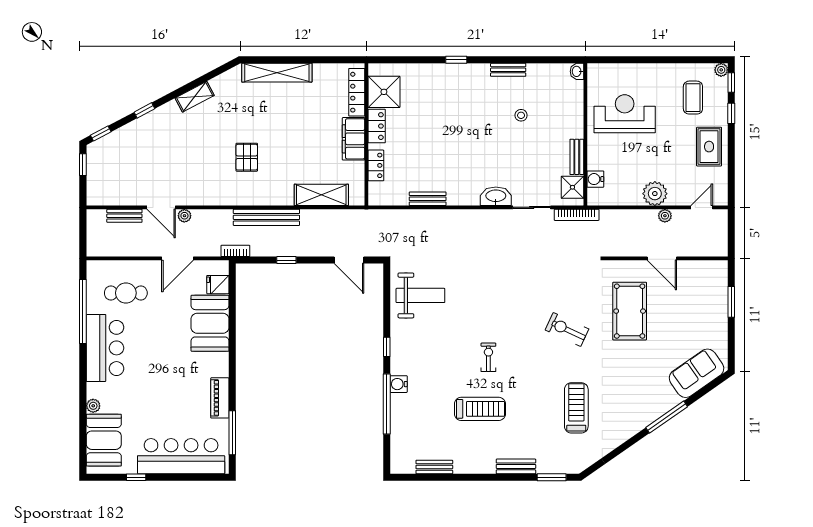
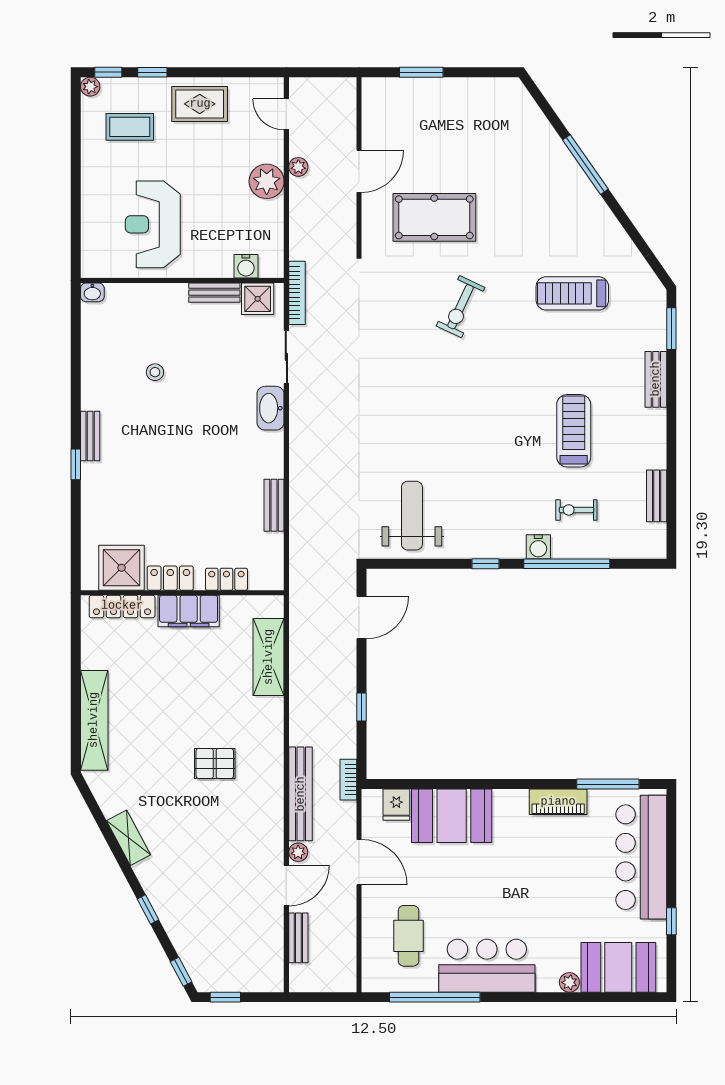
bench: (508, 70) -> (90, 436), moved
bench: (266, 217) -> (301, 794), moved
exercise bike: (488, 357) -> (576, 510), moved
sofa: (697, 373) -> (523, 122), removed

